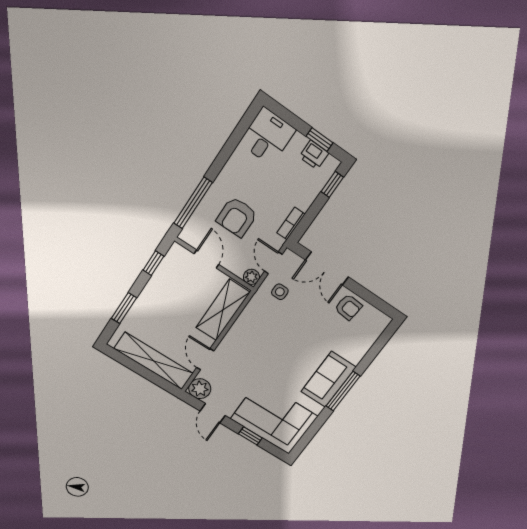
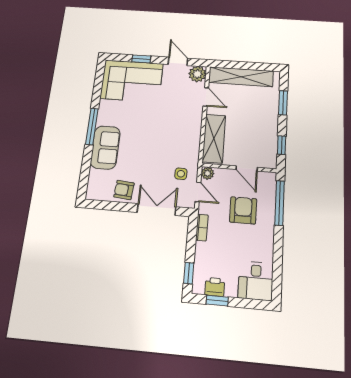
sofa: (328, 379) -> (105, 147), moved

